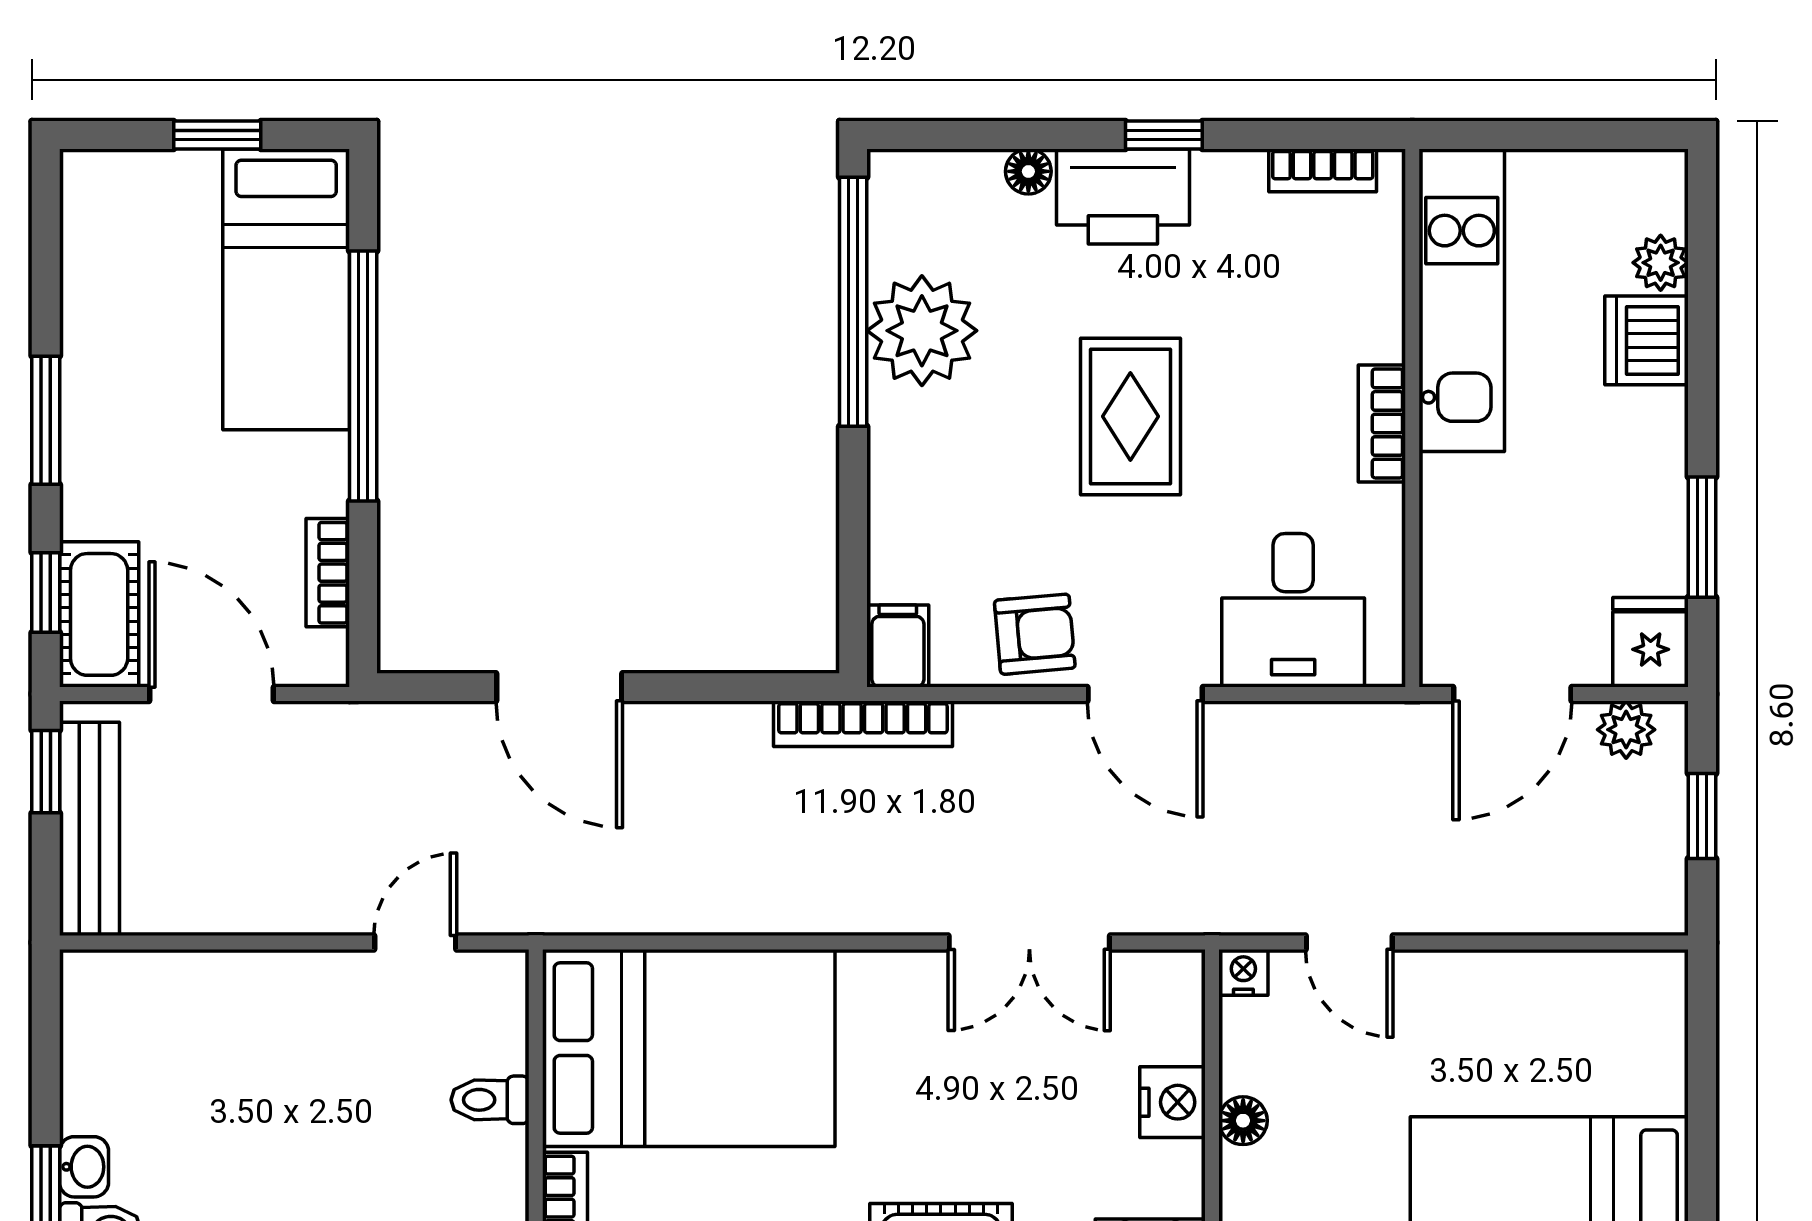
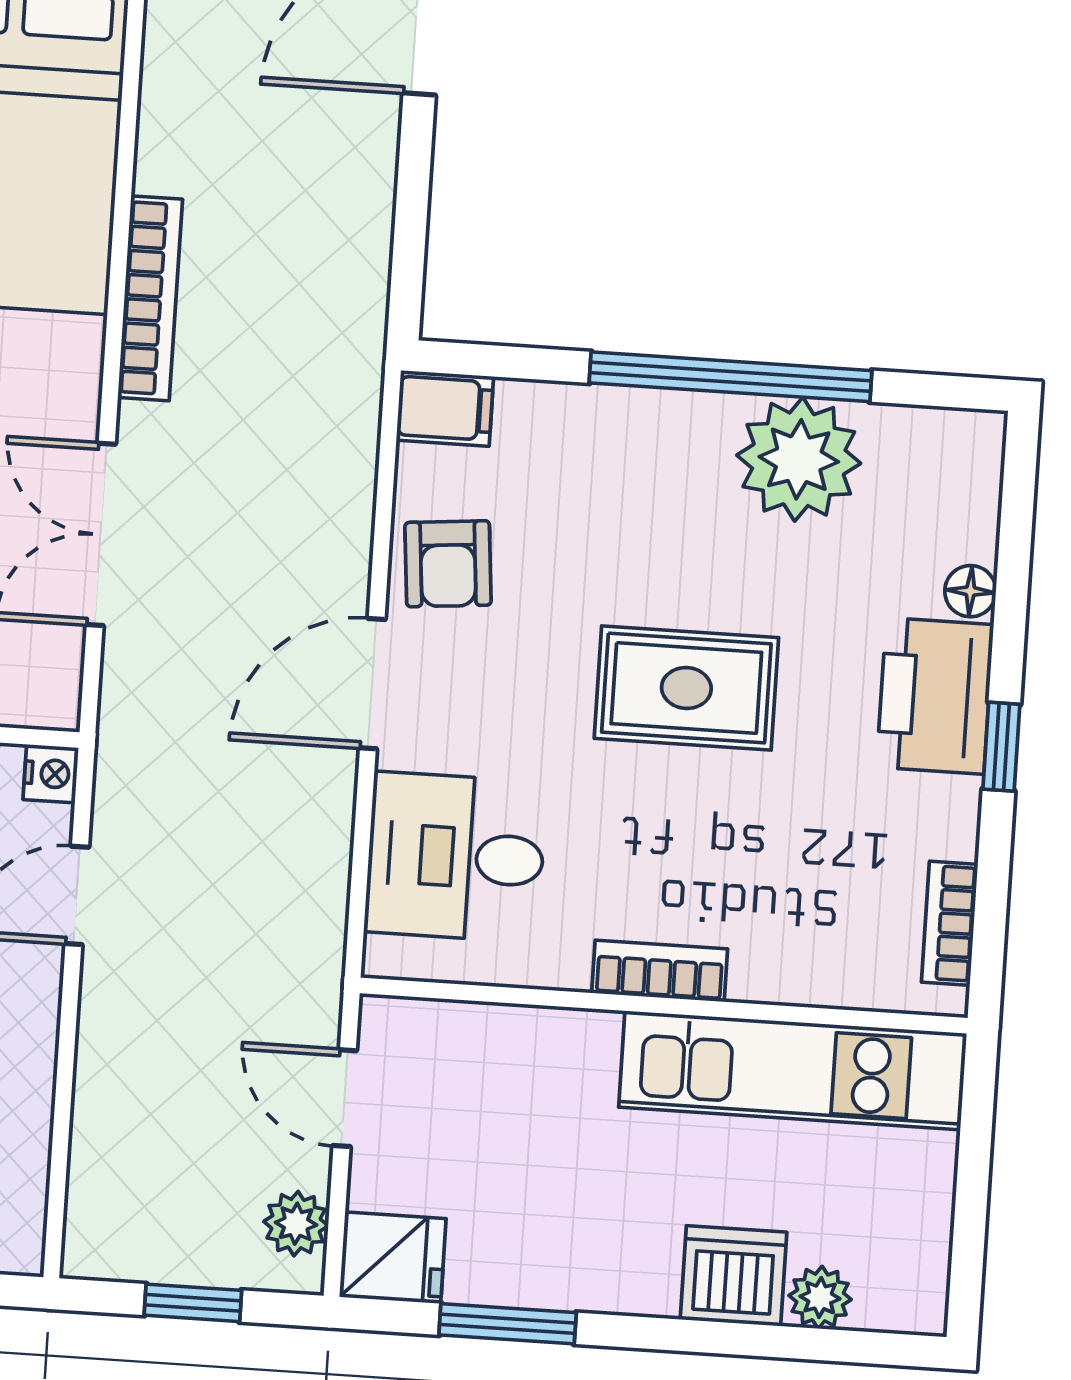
window: (853, 302) -> (730, 377), moved
door: (1512, 694) -> (345, 1098), width x0.73
bookcase: (863, 724) -> (150, 298), moved, turned 180

